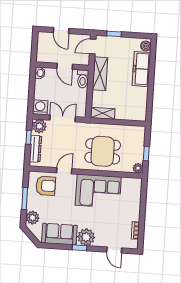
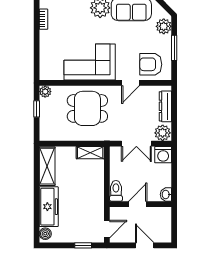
door: (65, 66) -> (138, 204), hinge flipped
shelving: (100, 74) -> (47, 166), moved
window: (29, 137) -> (174, 119), removed

